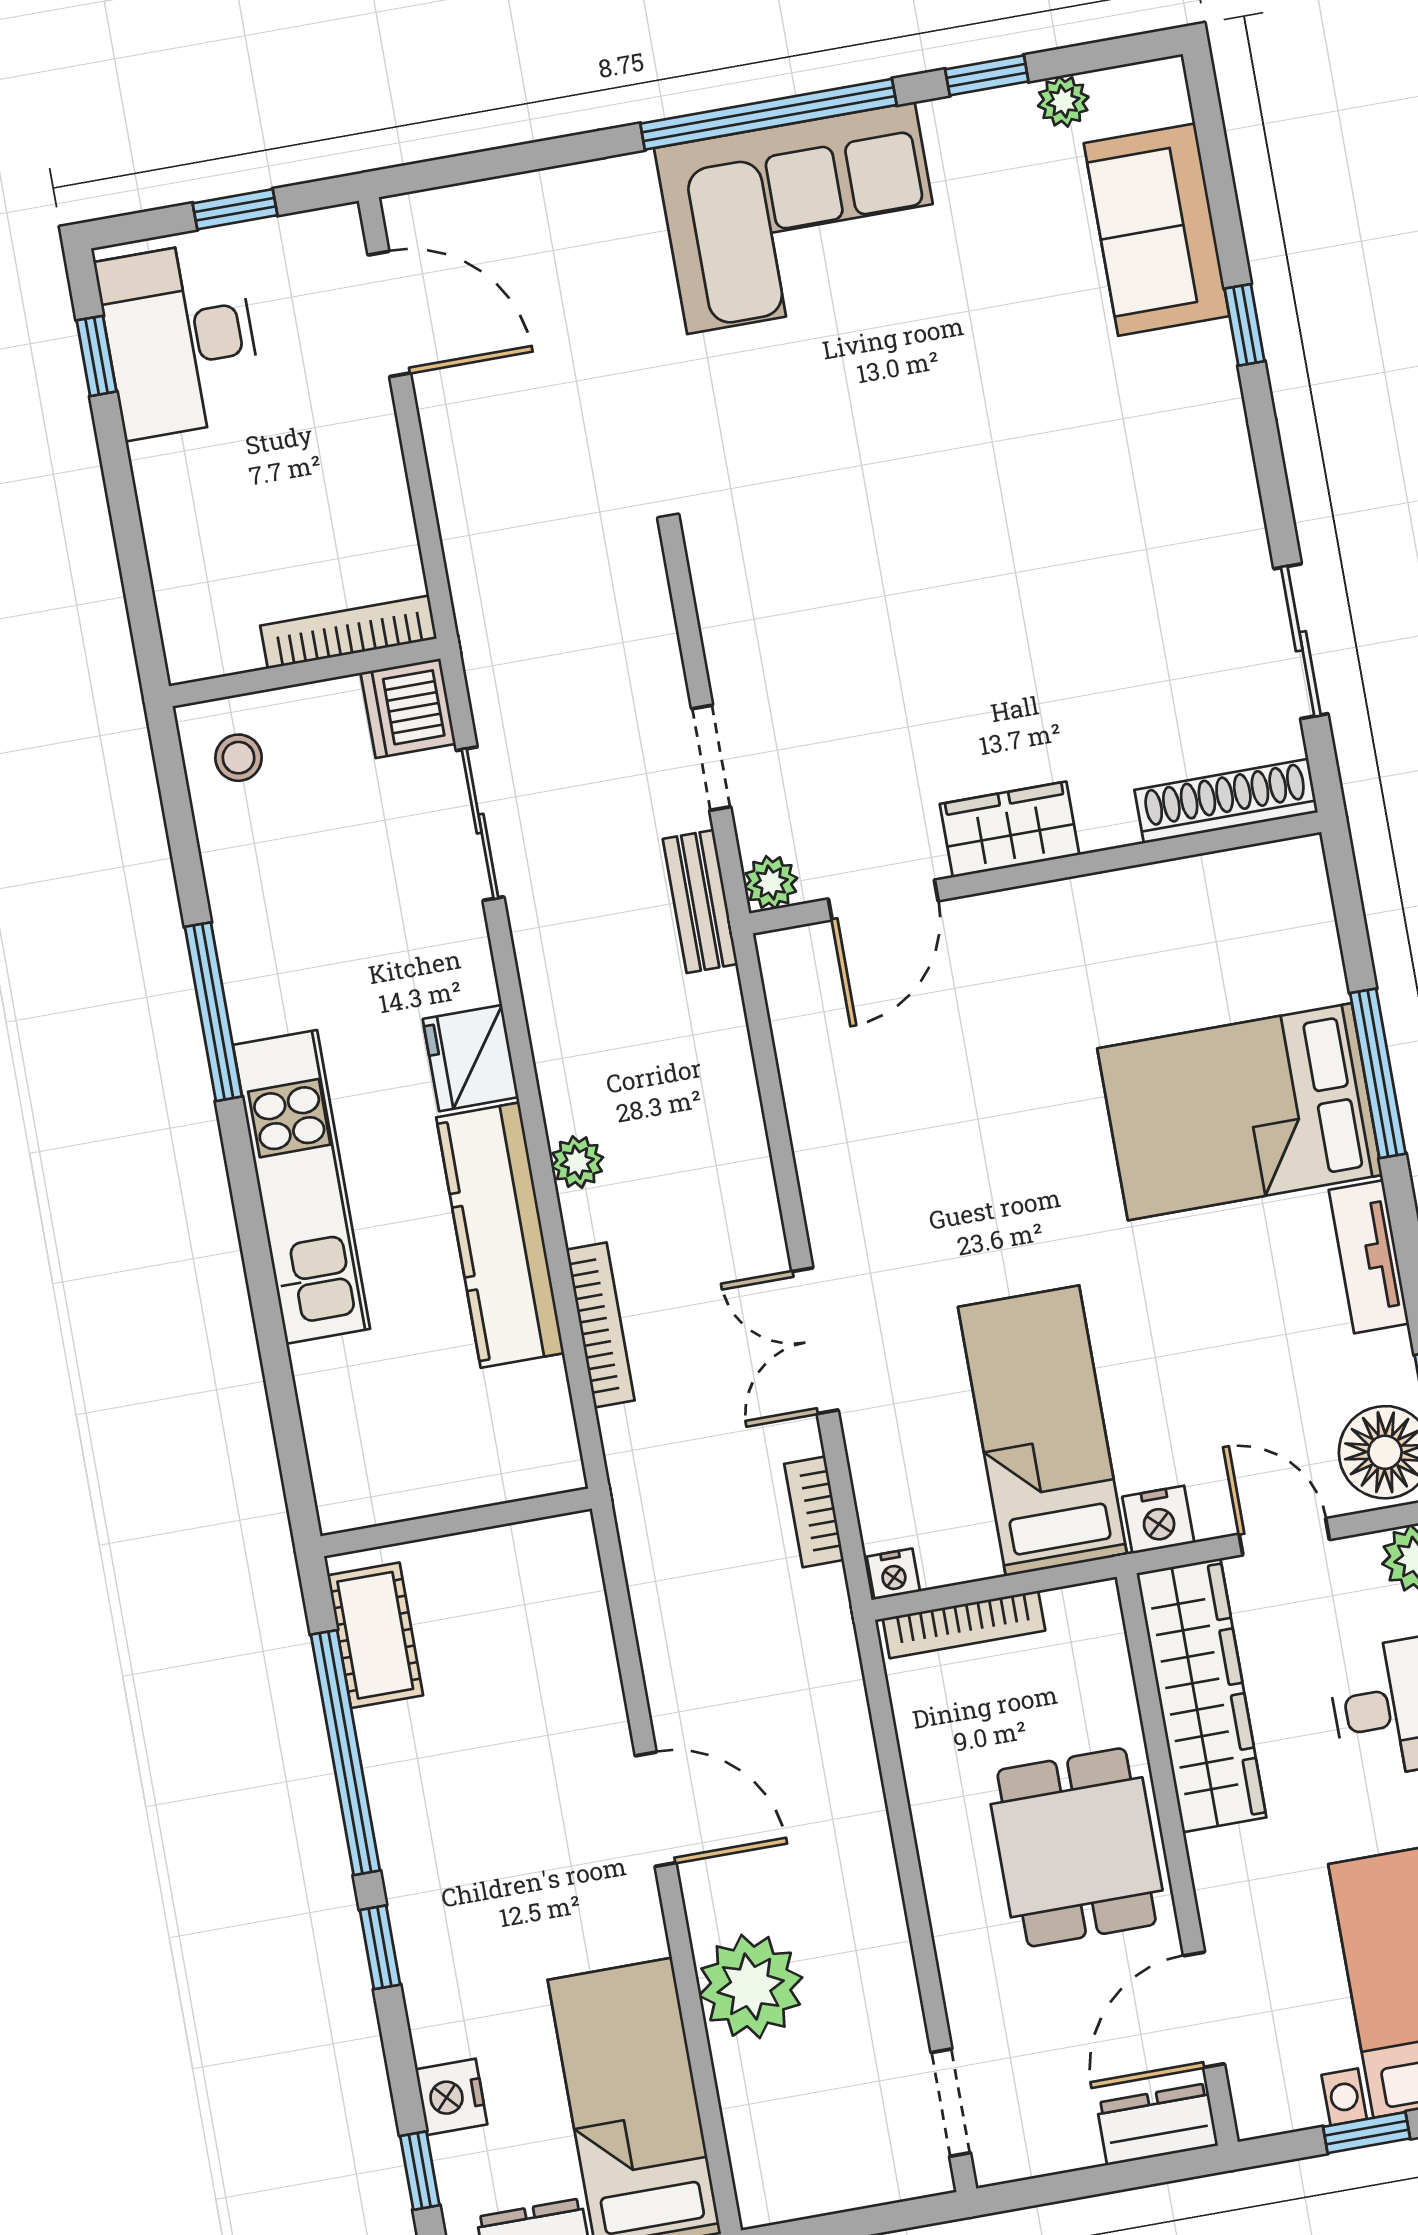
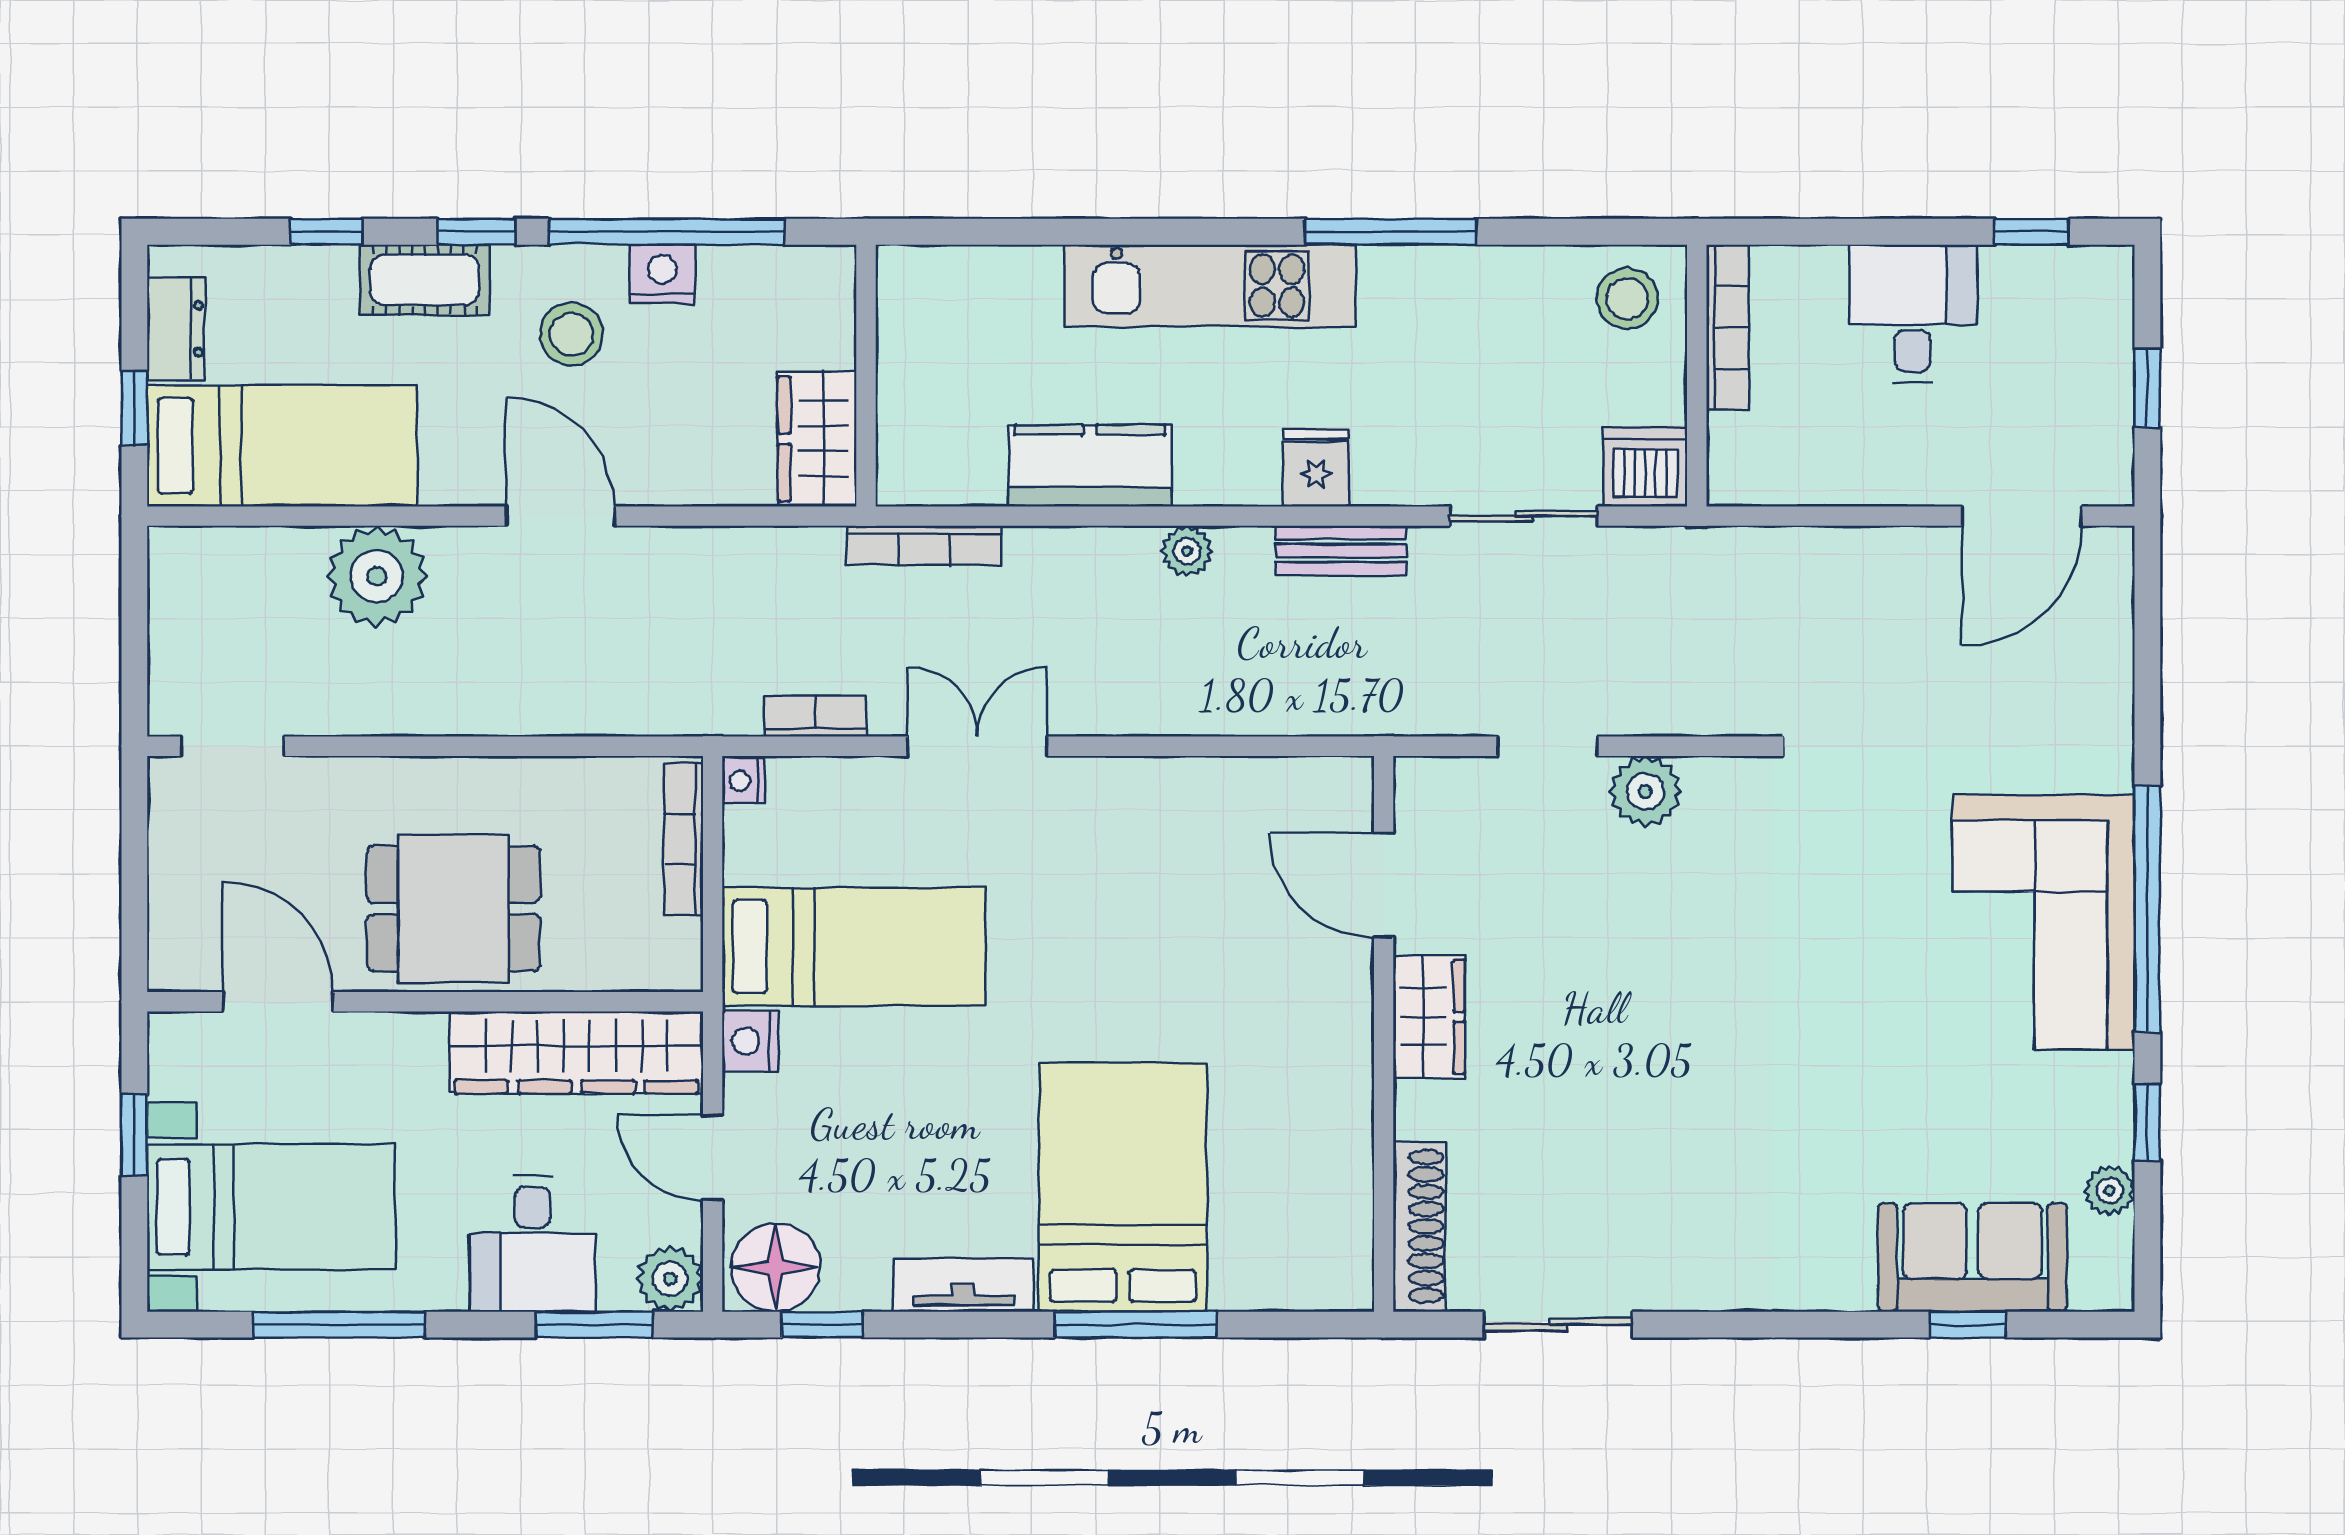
window: (1245, 325) -> (1968, 1325), moved
desk: (180, 339) -> (1913, 314), moved, width x0.73
bookcase: (349, 632) -> (1728, 327), moved
stool: (238, 758) -> (1627, 298), width x1.37, depth x1.37
plant: (771, 882) -> (1645, 791), moved, width x1.38, depth x1.38
bench: (700, 901) -> (1341, 551), moved
fridge: (471, 1058) -> (1316, 468), width x0.72
kitchen counter: (500, 1235) -> (1090, 466), width x0.67
bookcase: (600, 1325) -> (924, 546), moved
door: (1284, 1537) -> (713, 1158), swing flipped
wardrobe: (530, 1561) -> (817, 439), added
cot: (375, 1635) -> (425, 280), moved
door: (656, 1809) -> (561, 516), swing flipped
stool: (467, 1831) -> (572, 334), added
nightstand: (451, 2097) -> (662, 274), moved
dresser: (1157, 2124) -> (178, 938), removed
window: (420, 2171) -> (326, 232), moved

